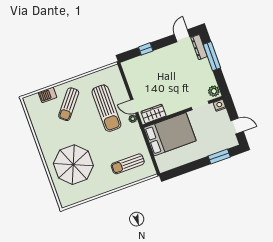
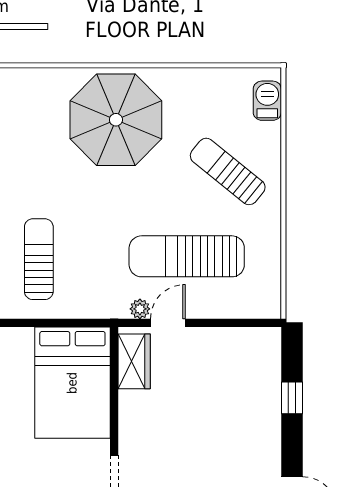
barbecue: (48, 95) -> (267, 101), moved
parasol: (73, 165) -> (116, 120), moved

